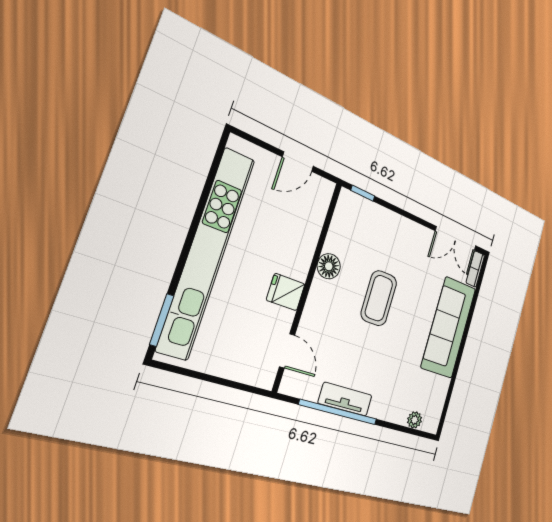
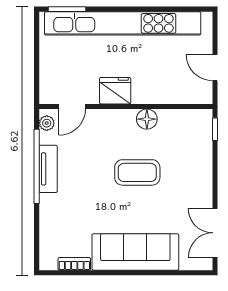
bookcase: (475, 269) -> (74, 264), moved
fridge: (286, 292) -> (115, 91), width x1.38
plant: (415, 420) -> (47, 123), moved

